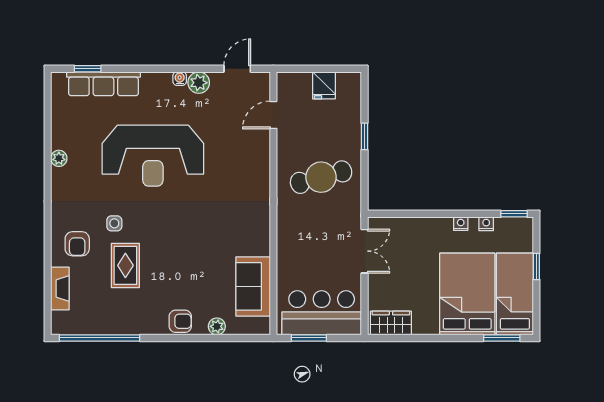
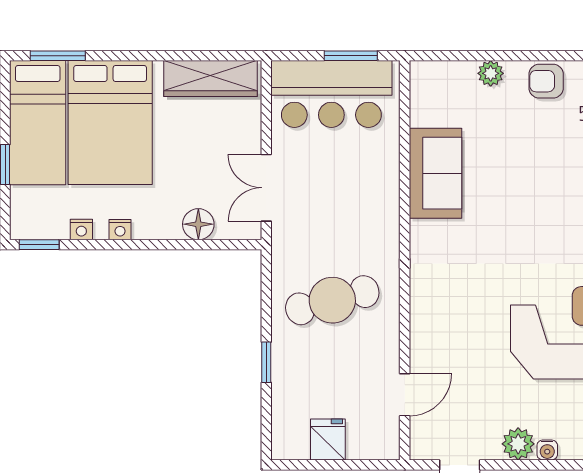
floor lamp: (409, 227) -> (198, 224), added
sofa: (253, 286) -> (435, 173), moved
wardrobe: (391, 323) -> (211, 78), width x1.50

